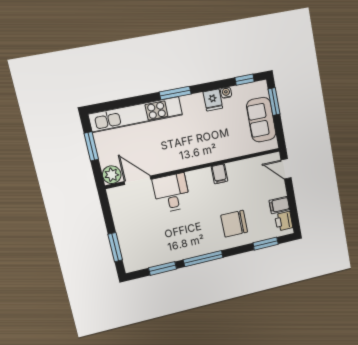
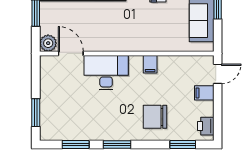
door: (286, 169) -> (218, 74), swing flipped
desk: (172, 193) -> (106, 73), width x1.37
filing cabinet: (279, 205) -> (204, 93), moved
window: (203, 259) -> (117, 144), width x0.69

